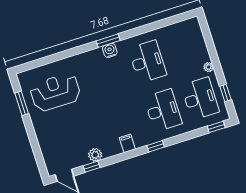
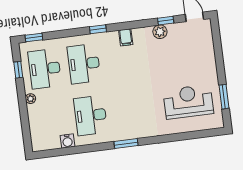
water cooler: (110, 50) -> (67, 141), moved
reception desk: (55, 92) -> (188, 102), turned 180

